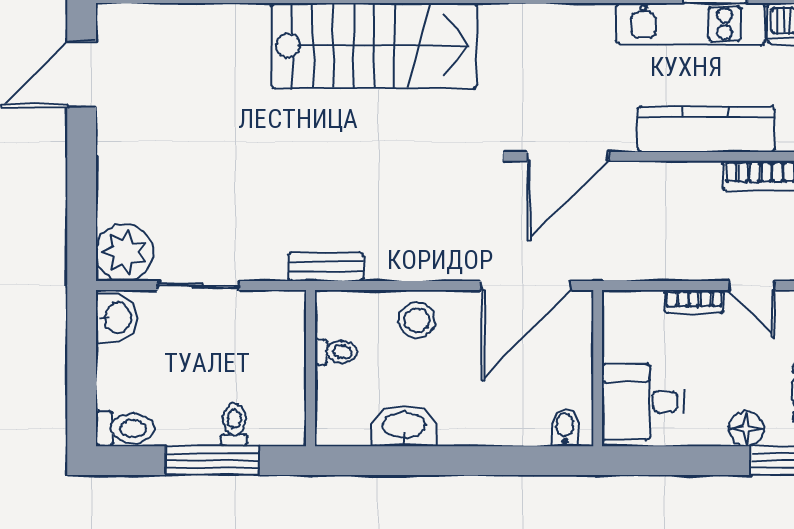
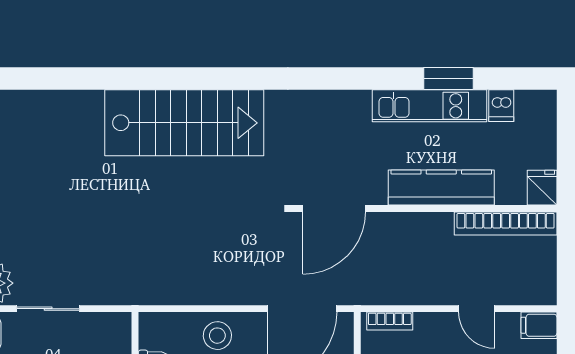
bench: (326, 267) -> (147, 294), removed
bookcase: (694, 302) -> (390, 321), moved

